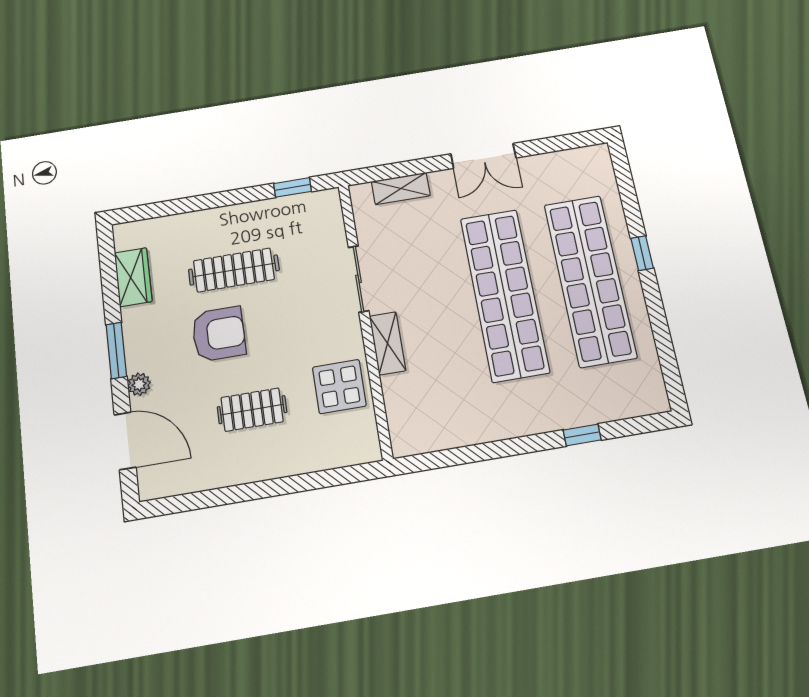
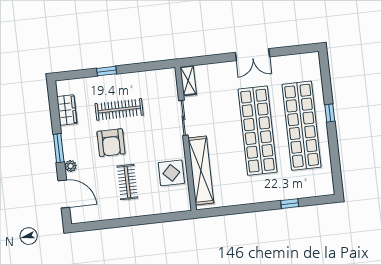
window: (293, 187) -> (107, 71), moved
shelving: (401, 189) -> (188, 81), moved, turned 90
armchair: (219, 334) -> (111, 143), turned 90
shelving: (388, 343) -> (201, 170), width x2.20, depth x1.33
clothes rail: (252, 410) -> (127, 182), turned 90

